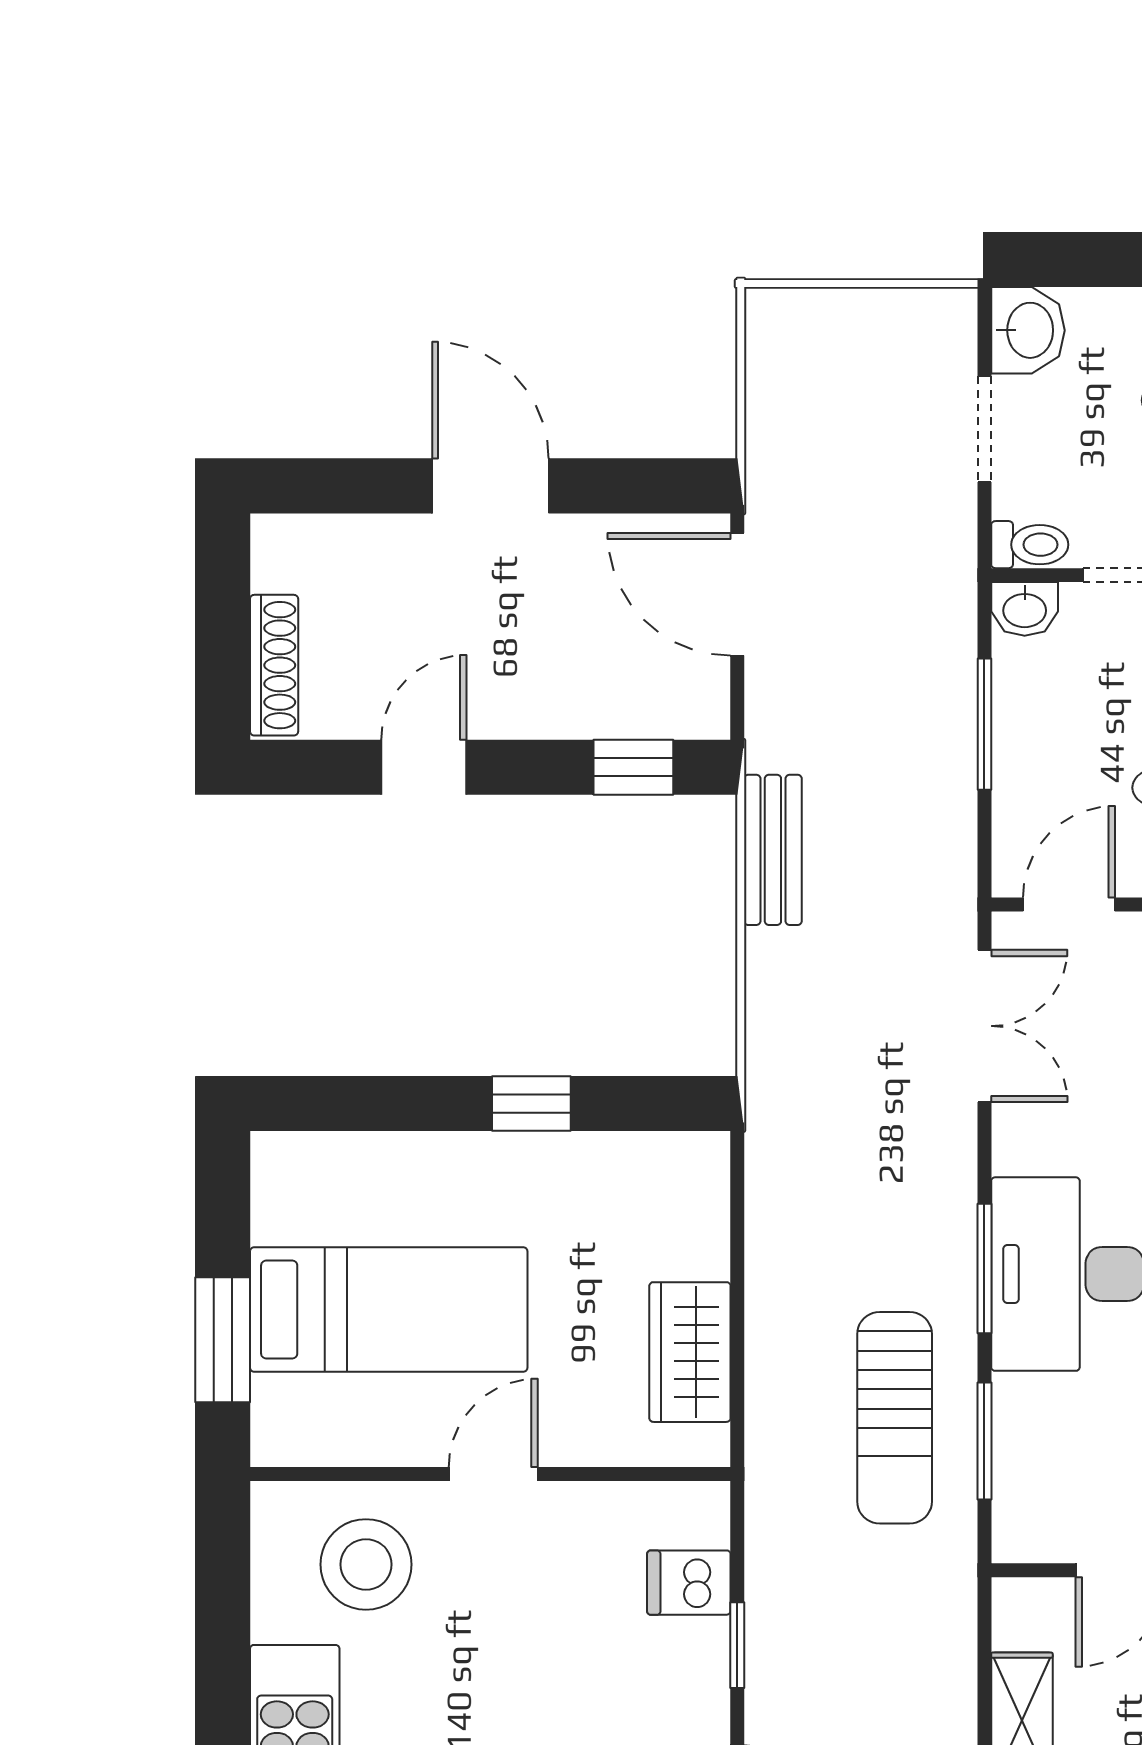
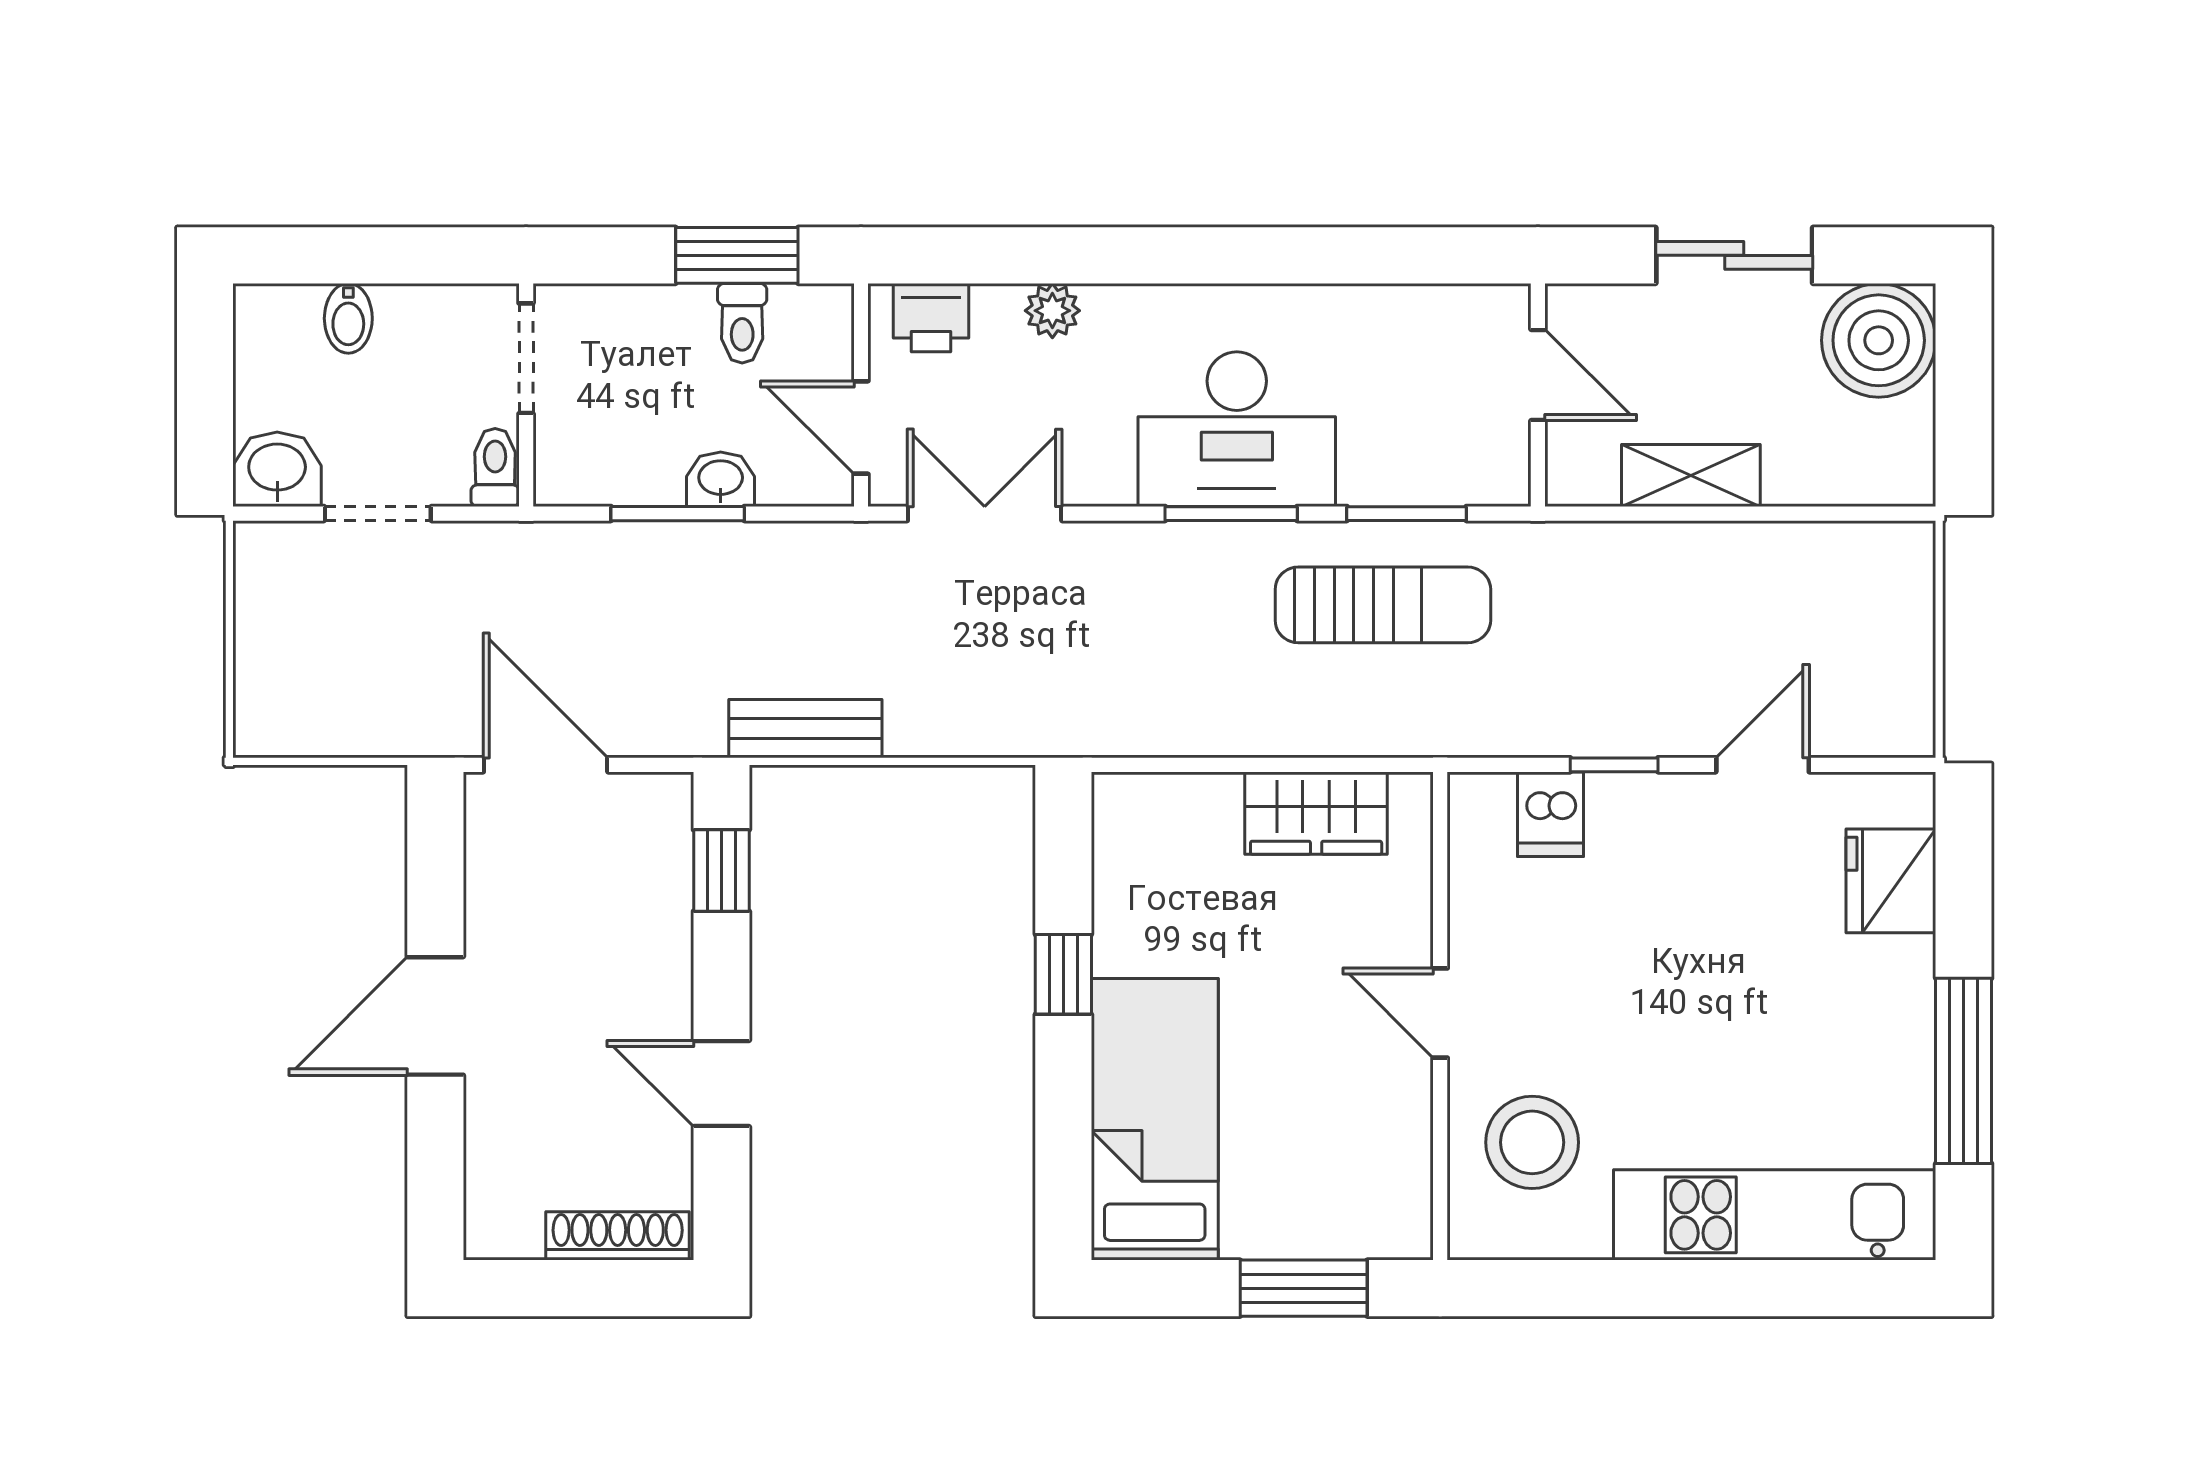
door: (737, 594) -> (546, 765), swing flipped
washbasin: (1025, 609) -> (721, 479), moved, turned -90
bed: (389, 1310) -> (1155, 1119), moved

